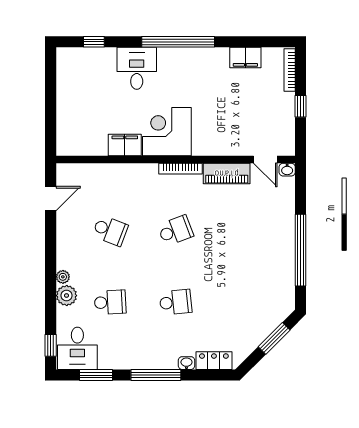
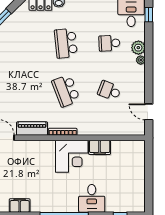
door: (51, 199) -> (149, 112), hinge flipped
school desk: (176, 231) -> (66, 91), width x1.85
school desk: (176, 302) -> (66, 43), width x1.85

